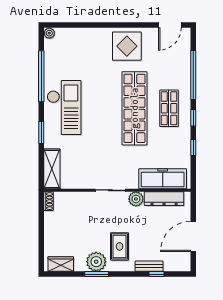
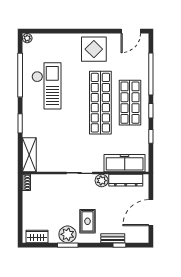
checkout: (64, 108) -> (46, 86), moved
shop shelf: (169, 108) -> (130, 103), width x1.43, depth x1.36

